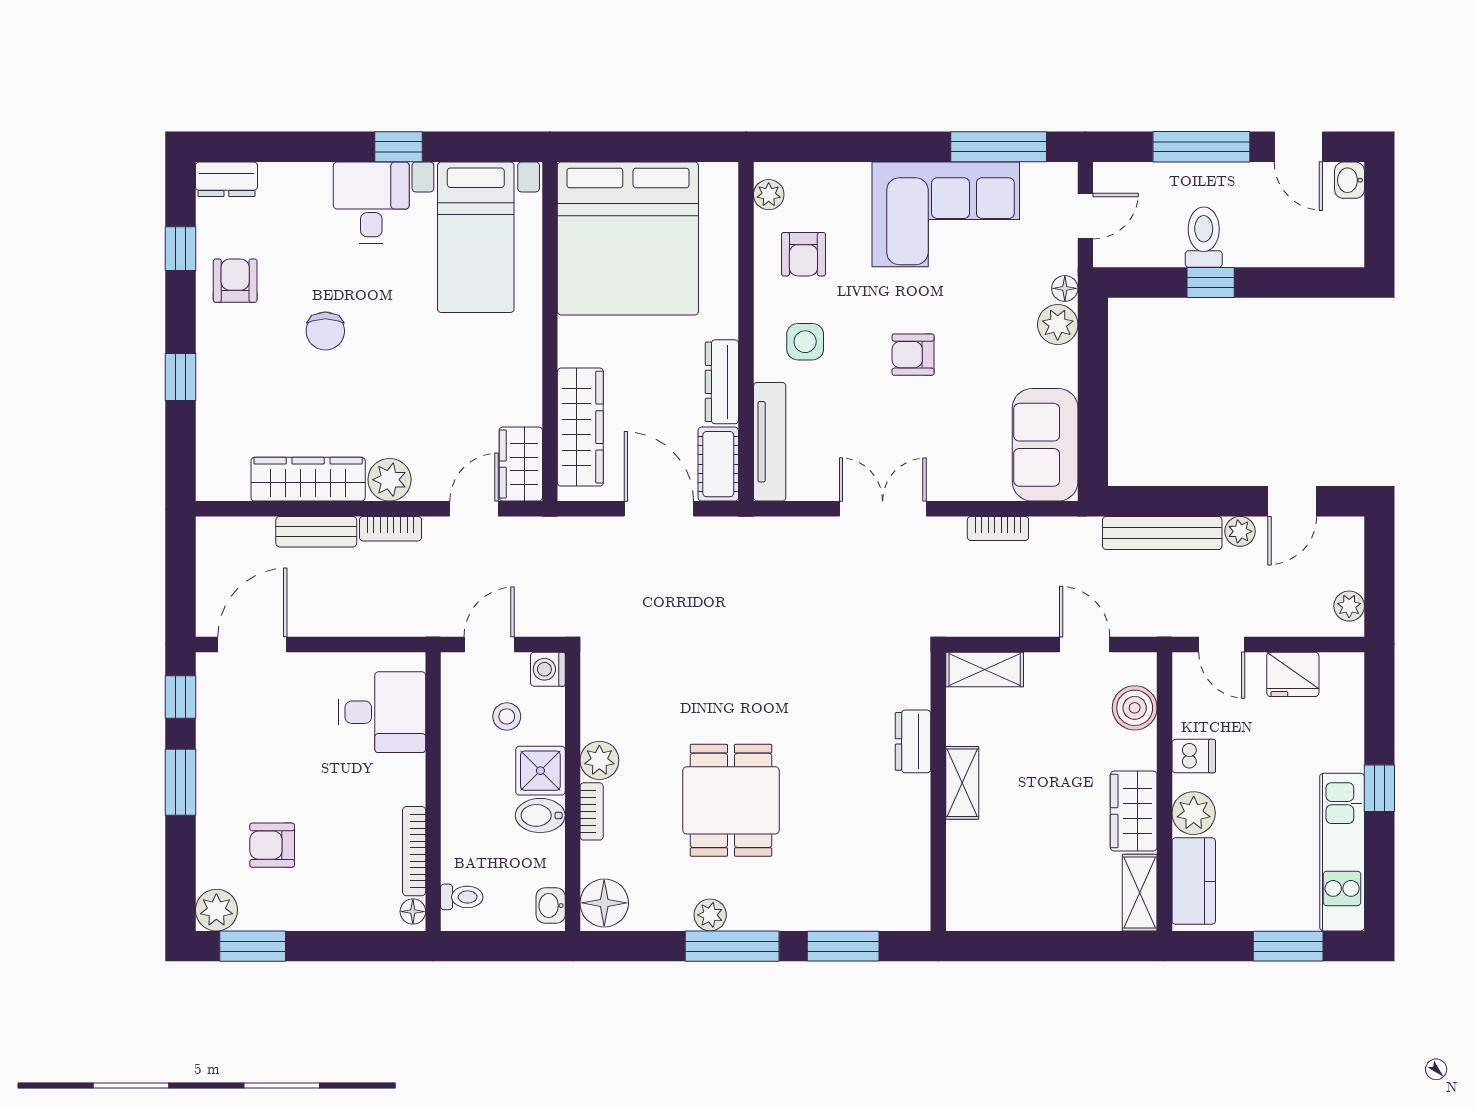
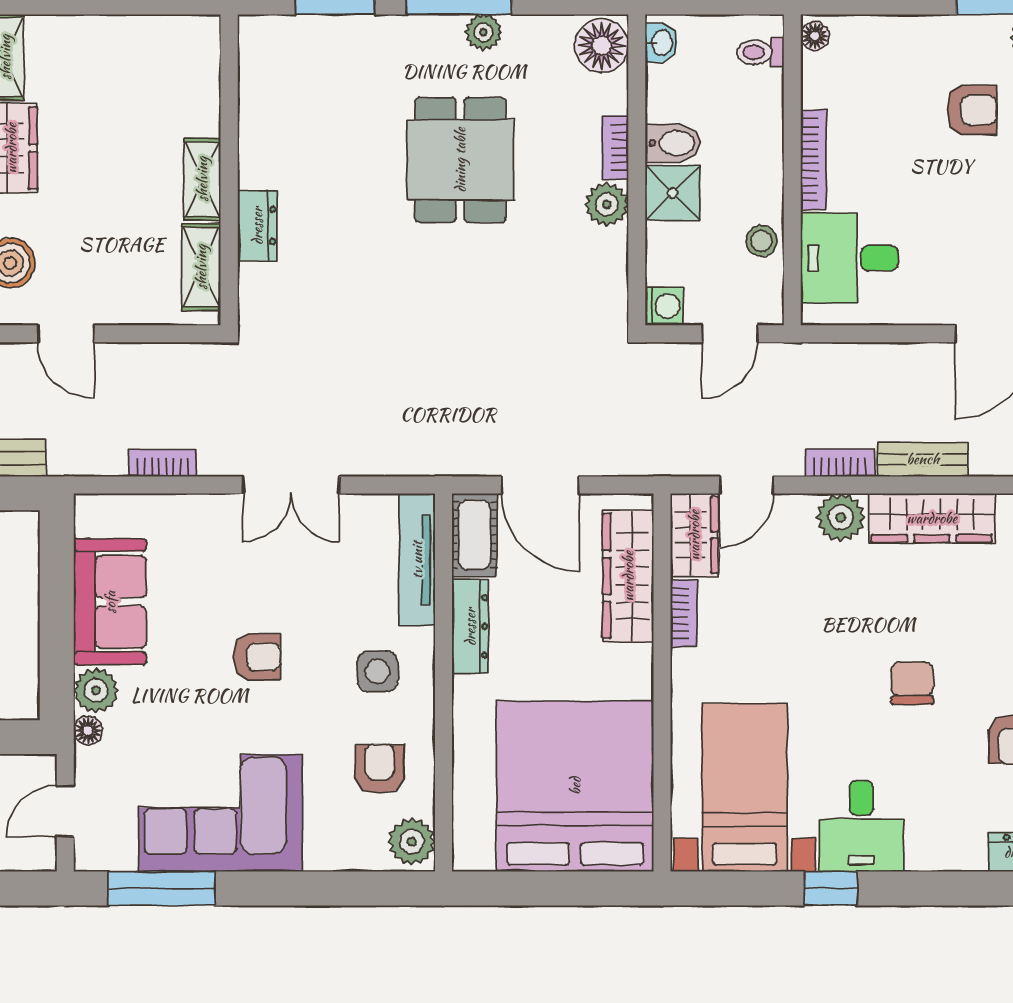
plant: (769, 195) -> (412, 842), width x1.38, depth x1.38
bookcase: (530, 394) -> (684, 613), added
sofa: (1045, 445) -> (110, 602), moved
shelving: (985, 670) -> (201, 267), moved, turned 90
stool: (507, 716) -> (761, 241), moved
bookcase: (414, 851) -> (813, 160), moved

